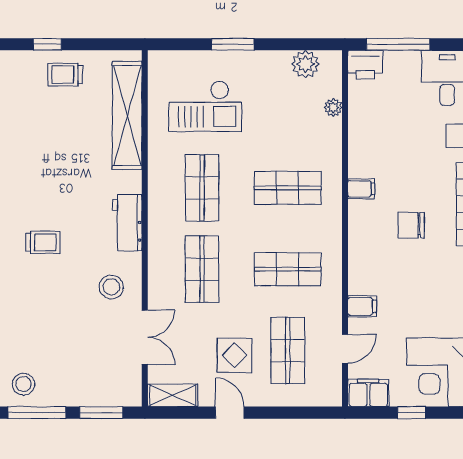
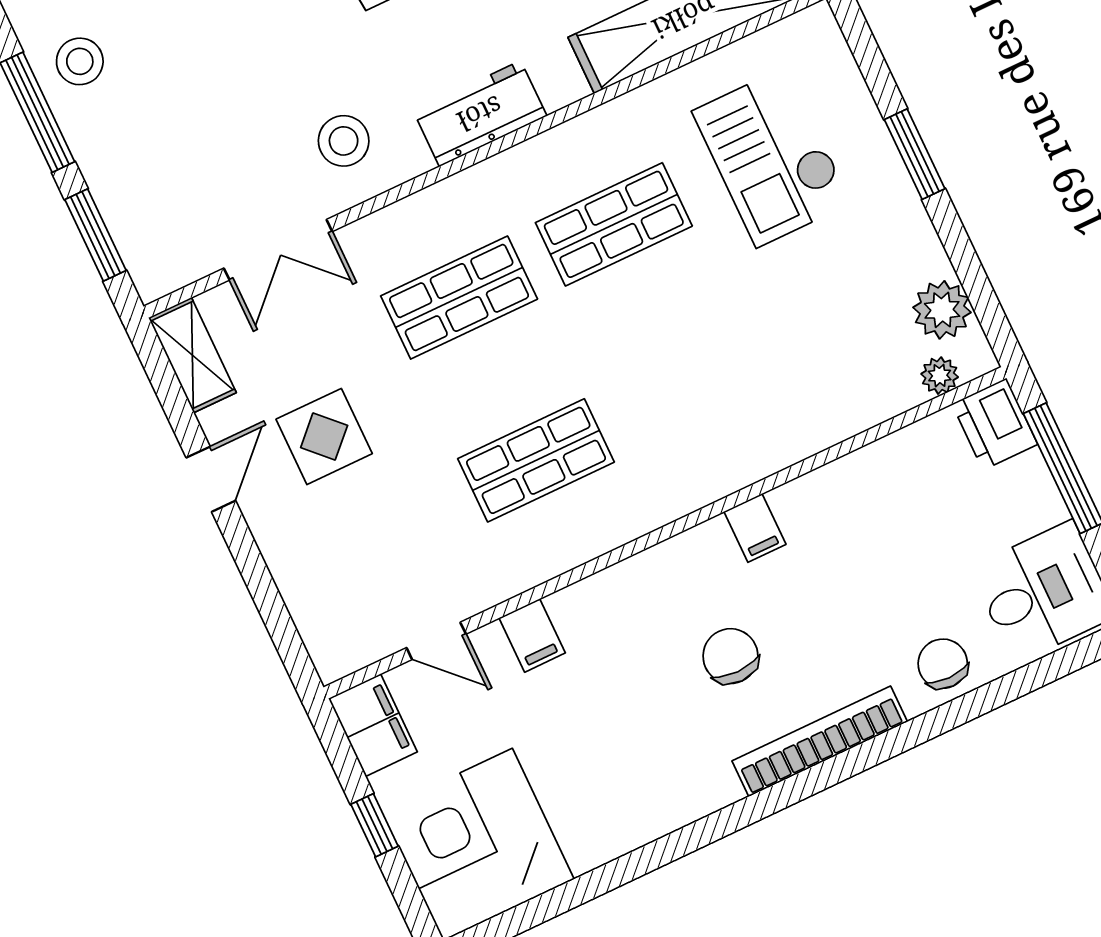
plant: (333, 107) -> (940, 376), moved
shop shelf: (288, 188) -> (691, 387), removed
shop shelf: (288, 269) -> (536, 460), turned 90
shop shelf: (288, 350) -> (381, 534), removed

